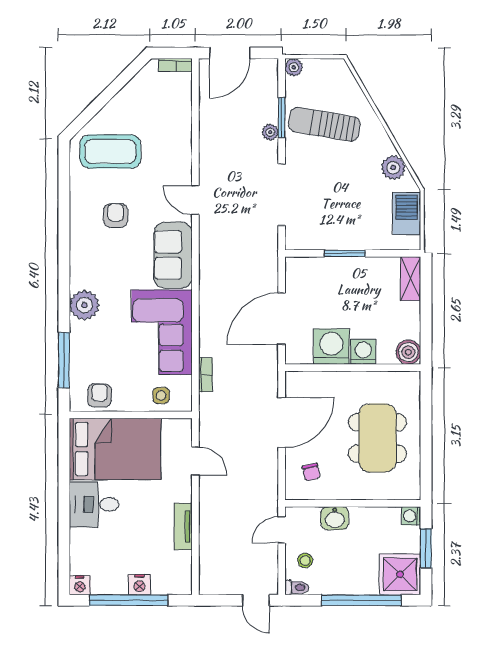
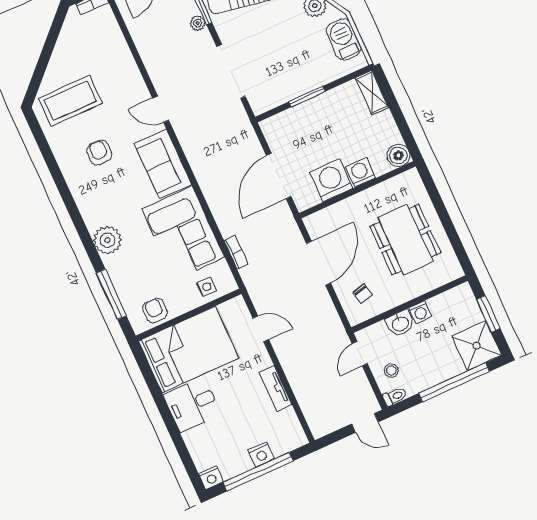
washing machine: (411, 516) -> (420, 312), moved, turned -90

